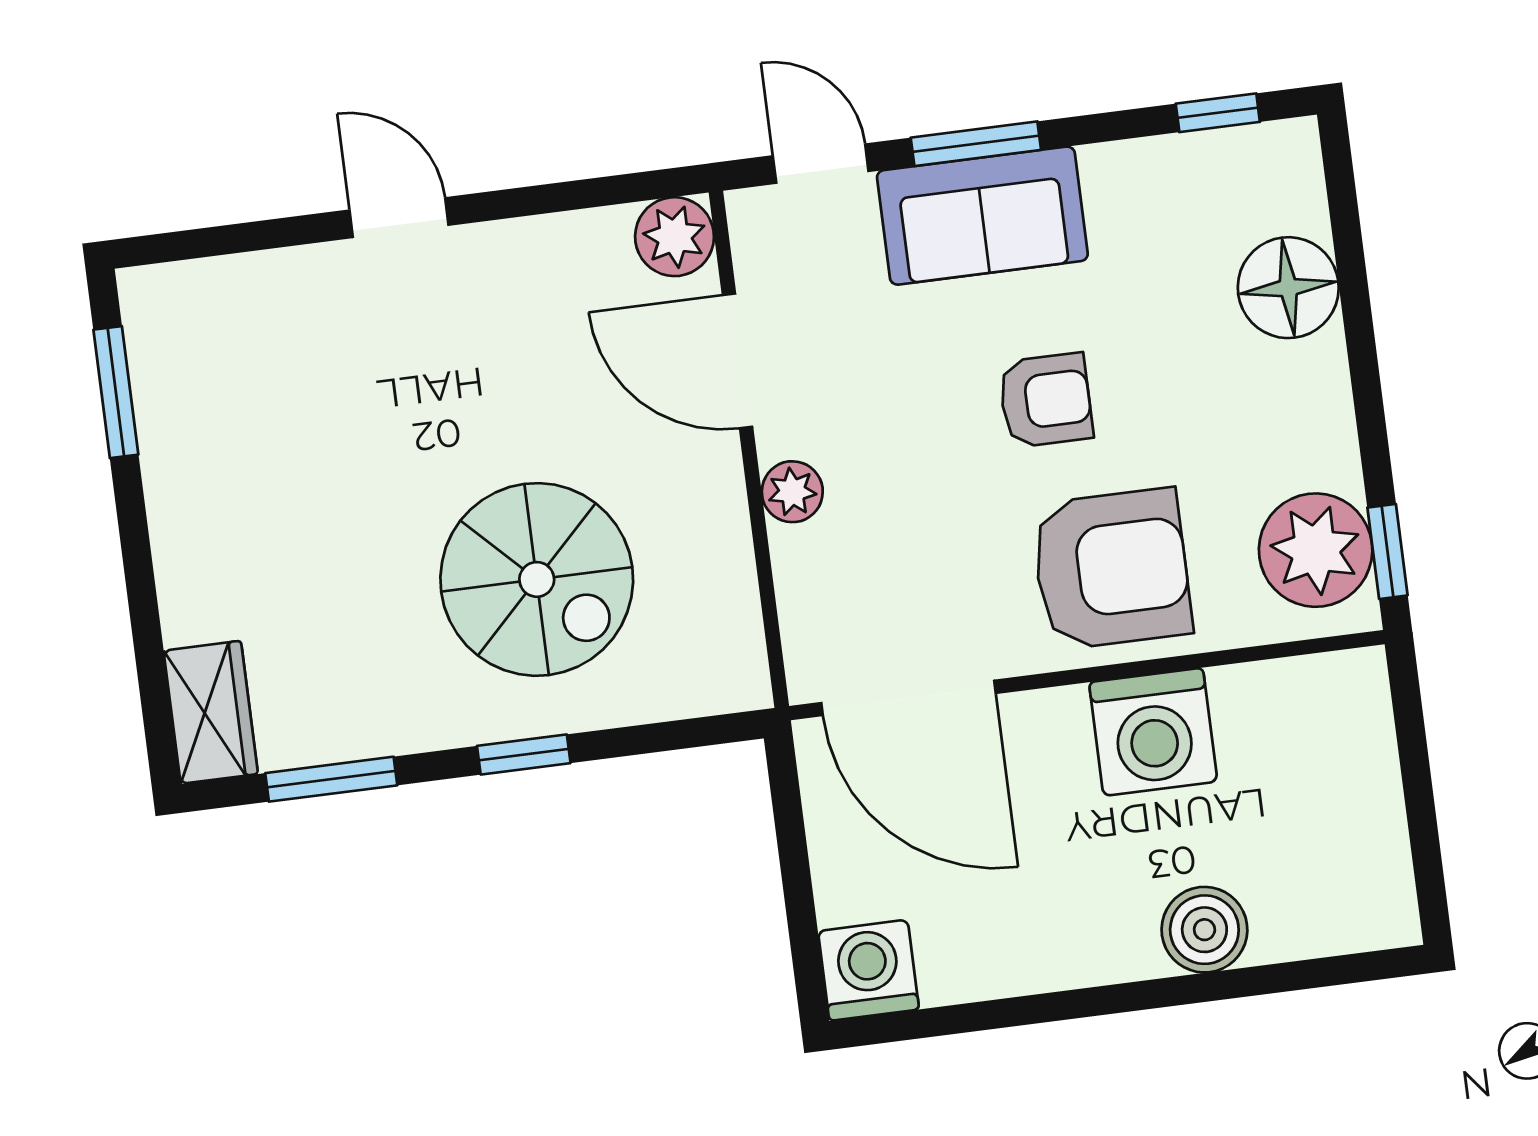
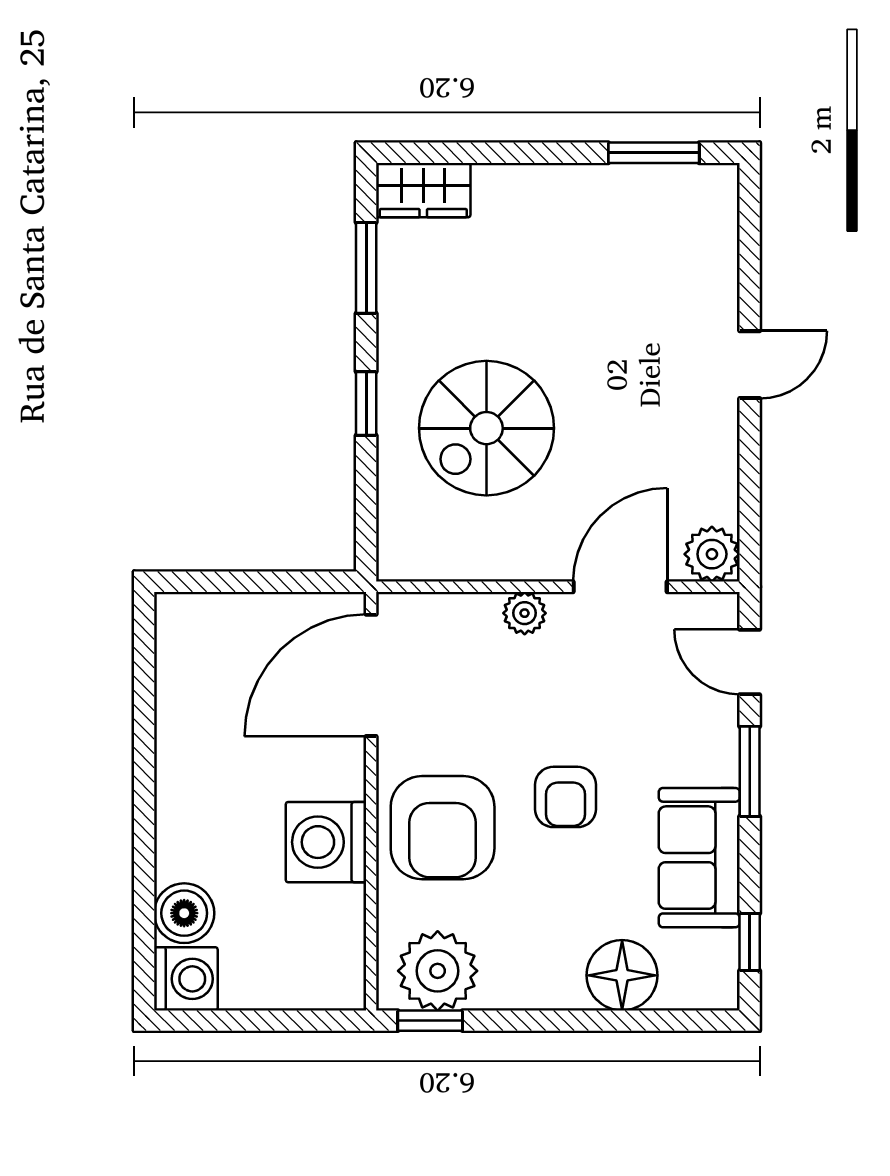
door: (821, 164) -> (750, 662), swing flipped
sofa: (982, 216) -> (699, 858), moved
boiler: (1204, 930) -> (184, 913), moved
washing machine: (868, 970) -> (186, 979), moved

